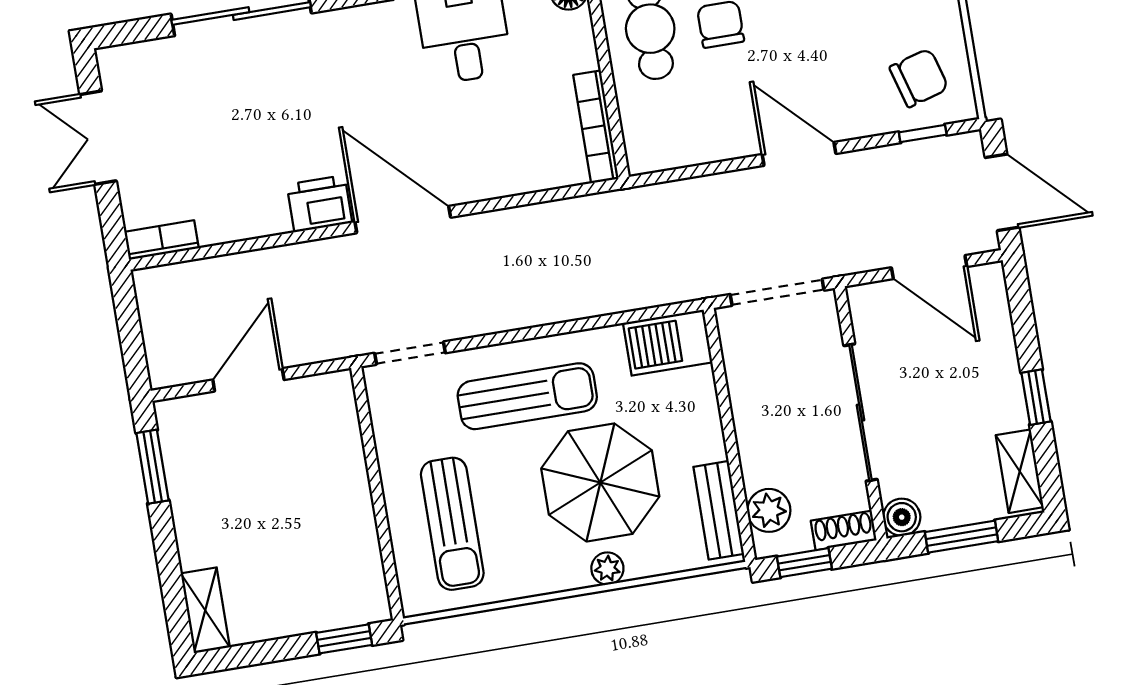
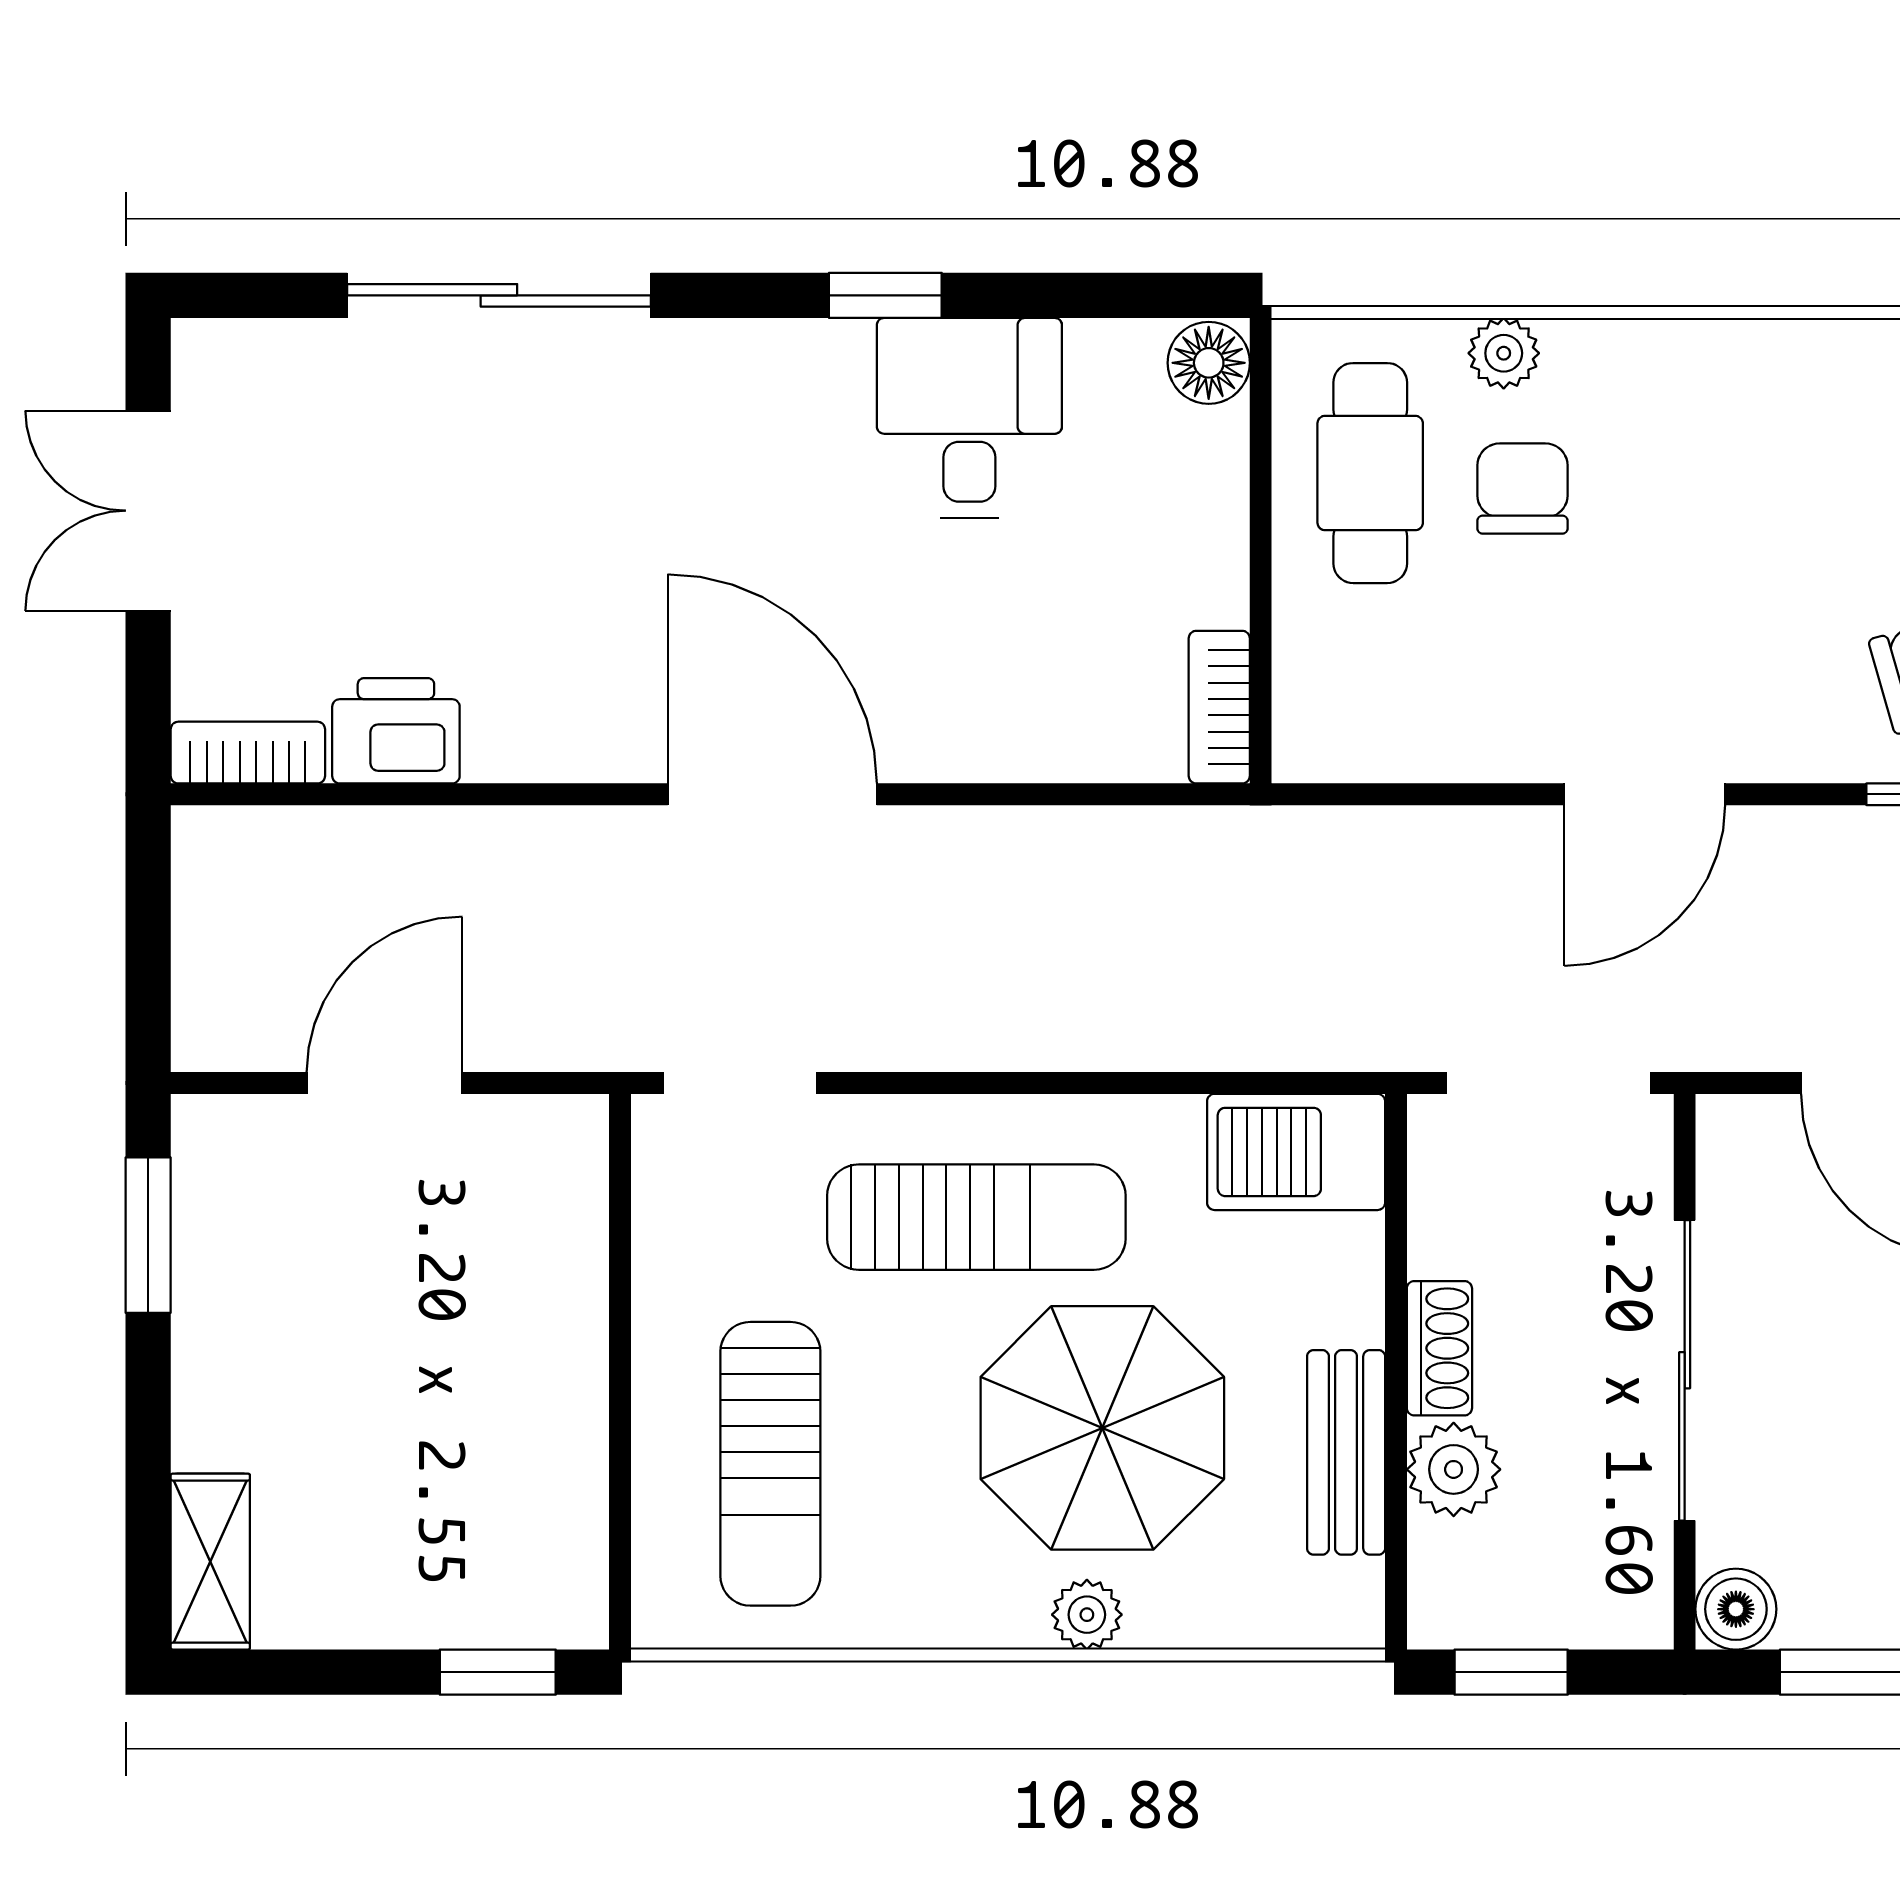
bookcase: (596, 127) -> (1219, 707), width x0.64
door: (799, 154) -> (1645, 794), swing flipped
printer: (319, 204) -> (396, 731), moved
bench: (719, 510) -> (1346, 1452), moved
plant: (769, 510) -> (1454, 1469), moved
shoe rack: (844, 530) -> (1439, 1348), moved, turned 90

